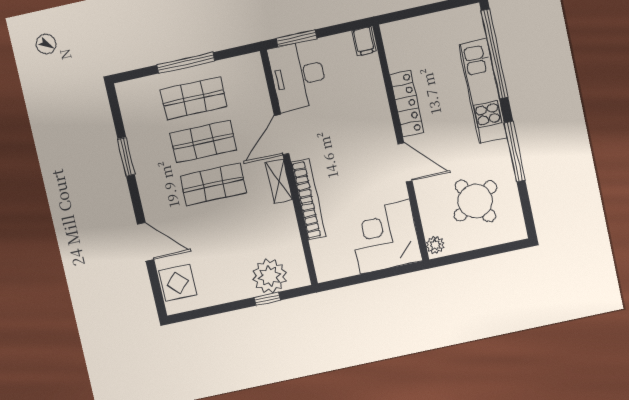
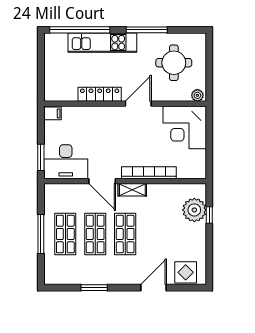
round table: (475, 201) -> (174, 63), turned 31

